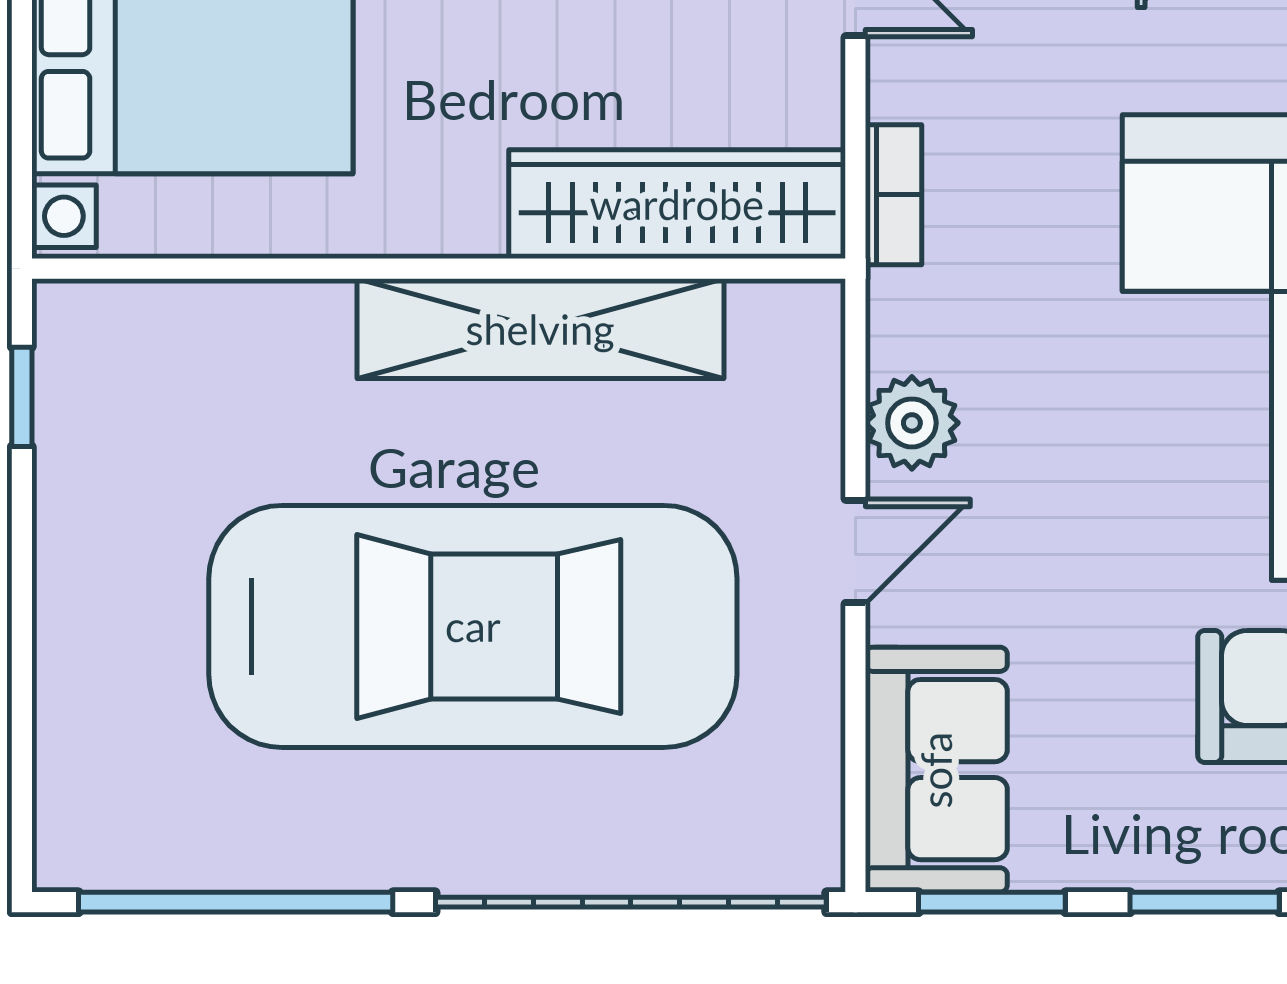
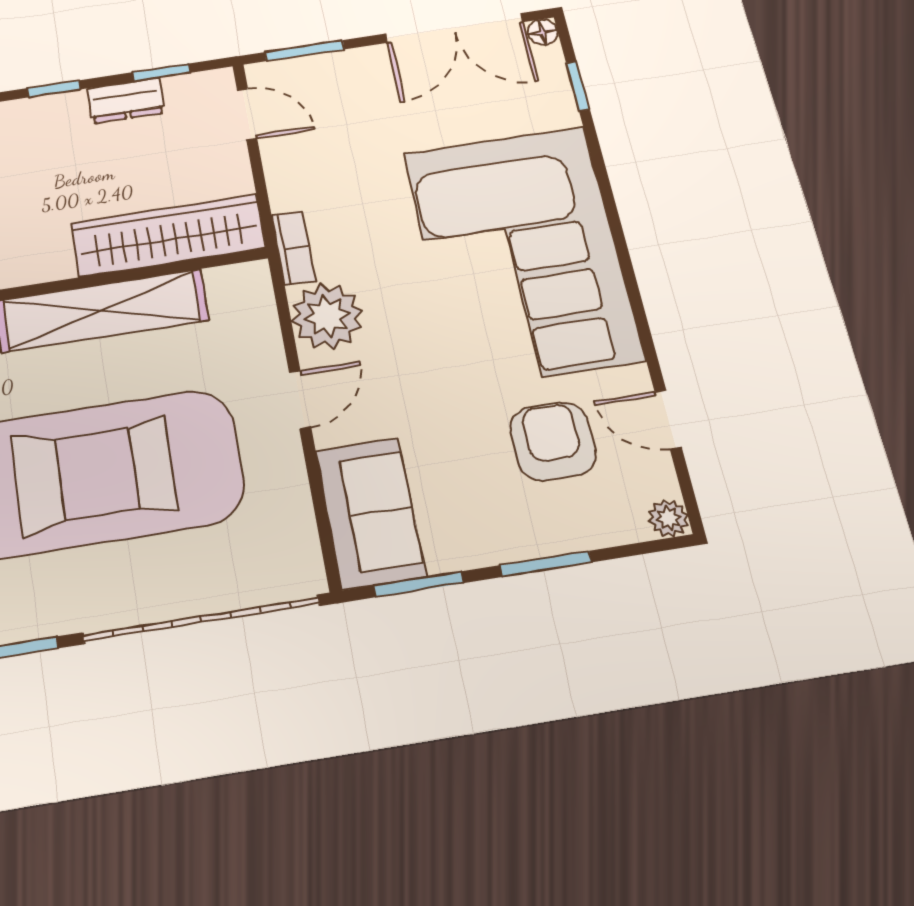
bookcase: (893, 195) -> (294, 248), moved
plant: (912, 423) -> (327, 316), width x1.36, depth x1.36

